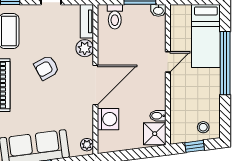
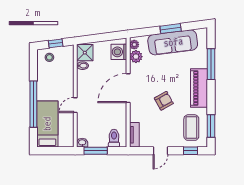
plant: (85, 48) -> (136, 57), moved
washing machine: (108, 119) -> (119, 52), moved

